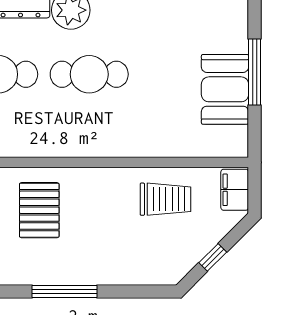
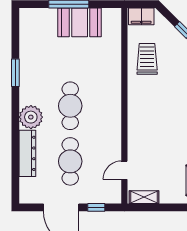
pallet: (39, 210) -> (154, 136), removed

